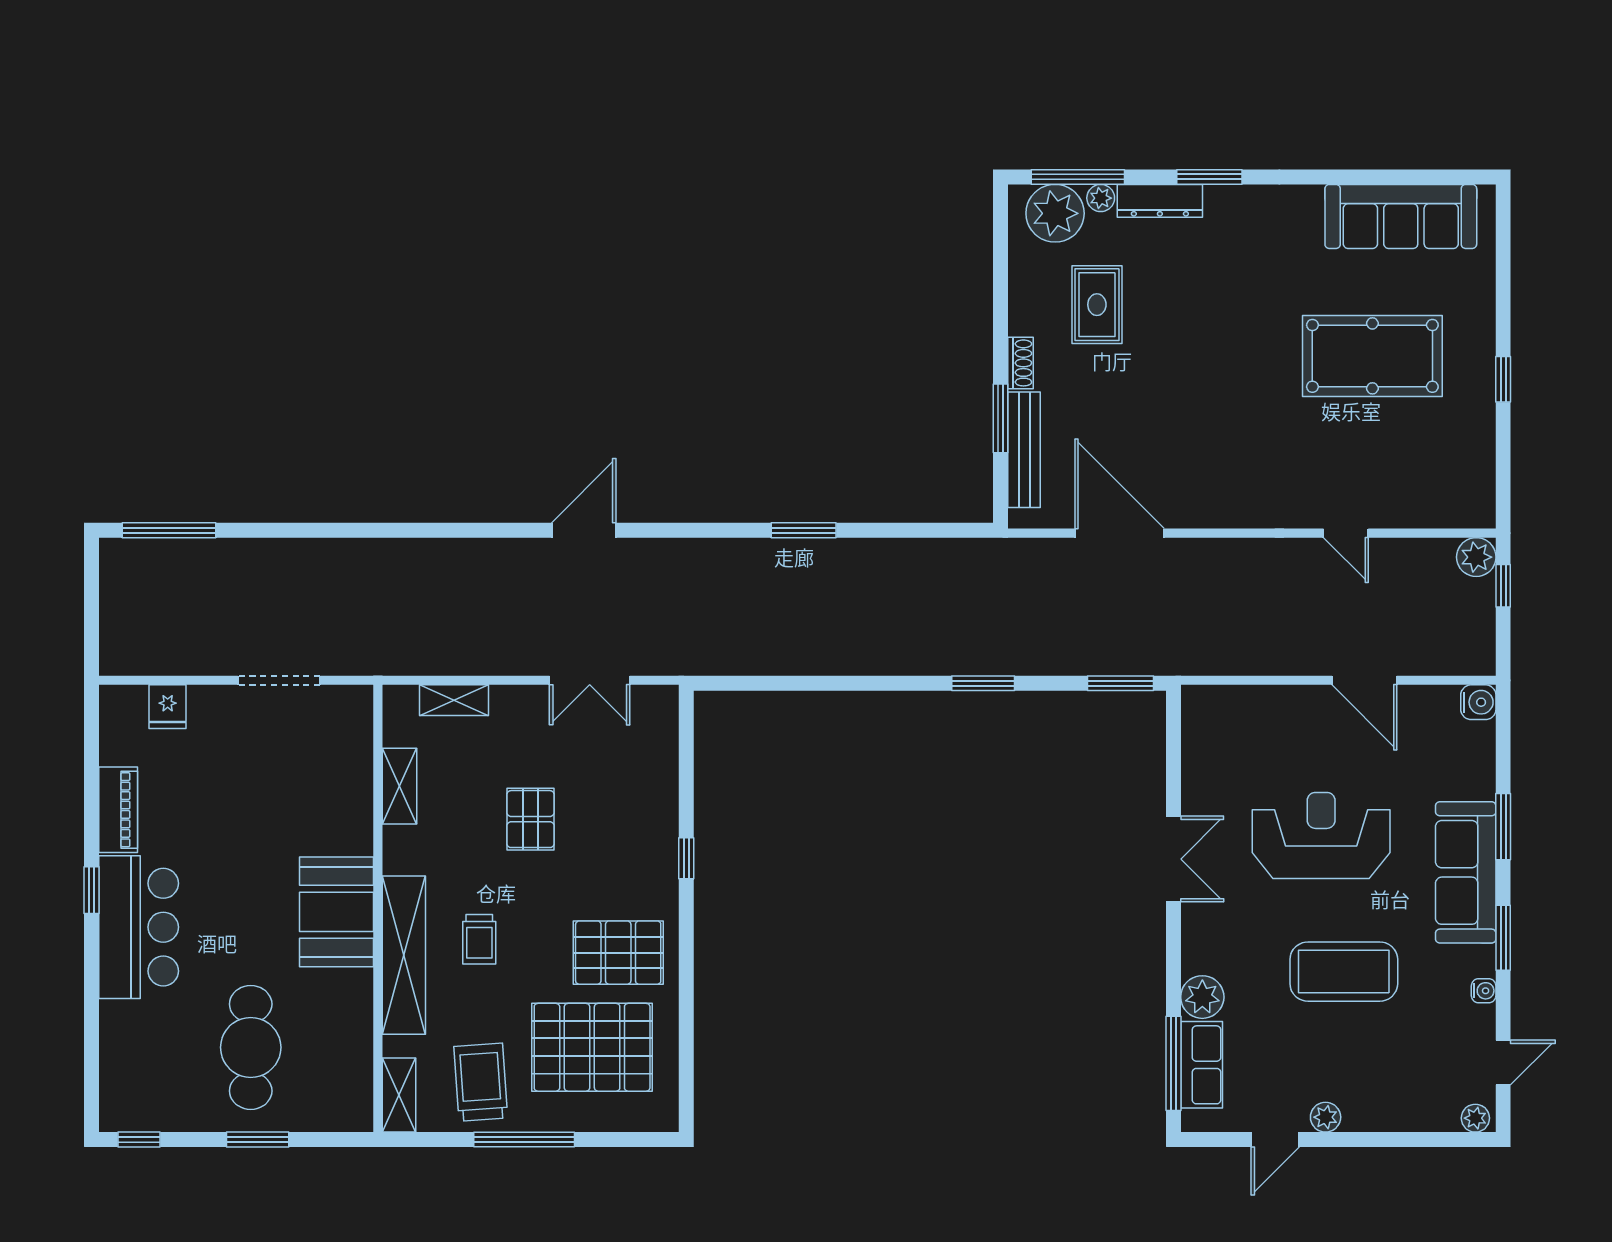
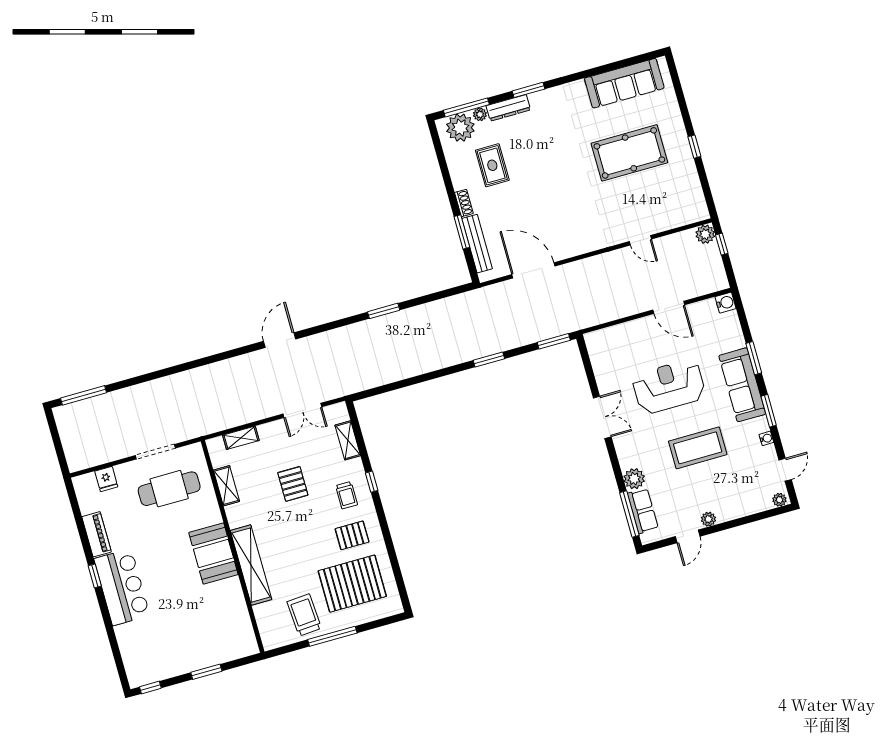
trolley: (479, 939) -> (347, 495), moved
pallet: (618, 953) -> (352, 535), width x0.67, depth x0.71
cafe table: (251, 1047) -> (169, 489), moved, turned 90
shelving: (399, 1095) -> (348, 440), moved

